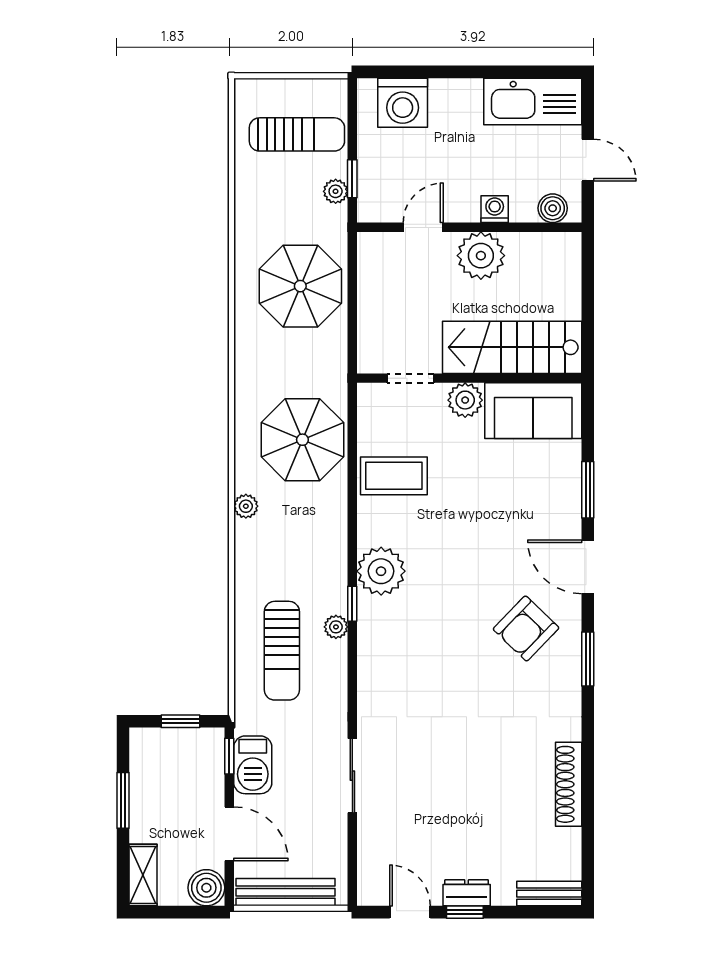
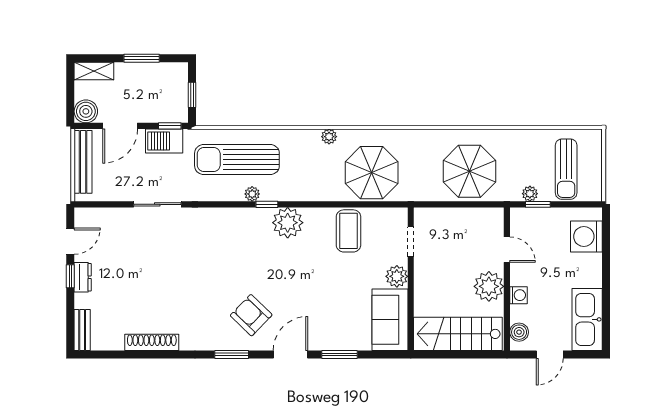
stairs: (512, 347) -> (458, 334), moved, turned -90
sun lounger: (282, 651) -> (237, 160), width x1.36, depth x1.34

